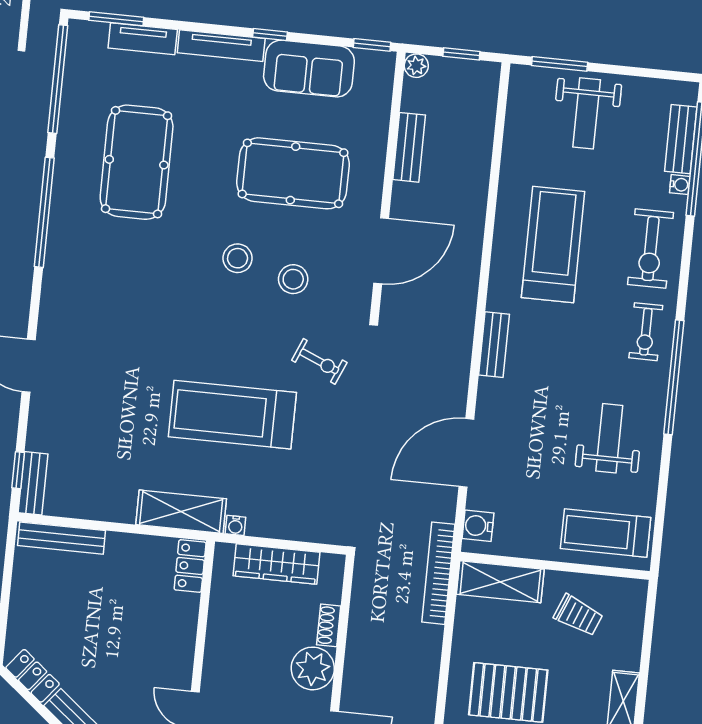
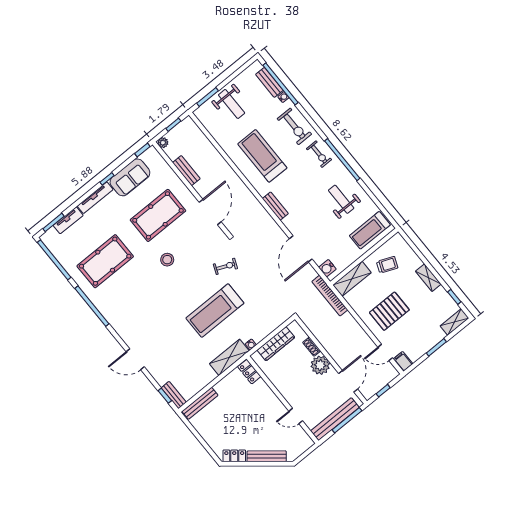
pool table: (137, 162) -> (105, 261), turned 90
stool: (293, 279) -> (191, 249), removed

